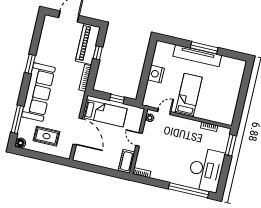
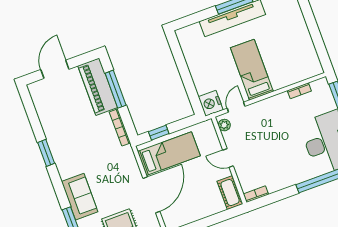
window: (98, 53) -> (116, 89), width x2.17
nightstand: (156, 74) -> (211, 103), moved
sofa: (38, 92) -> (80, 197), width x0.54, depth x0.79
window: (117, 99) -> (159, 133), moved
door: (78, 131) -> (151, 195), hinge flipped

